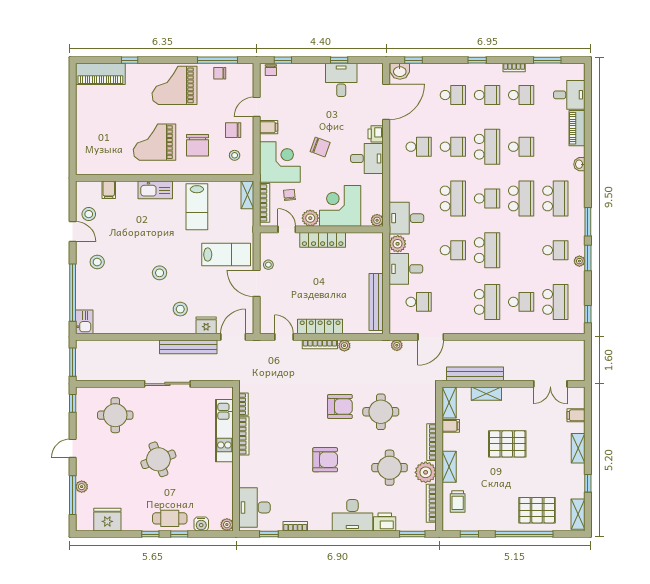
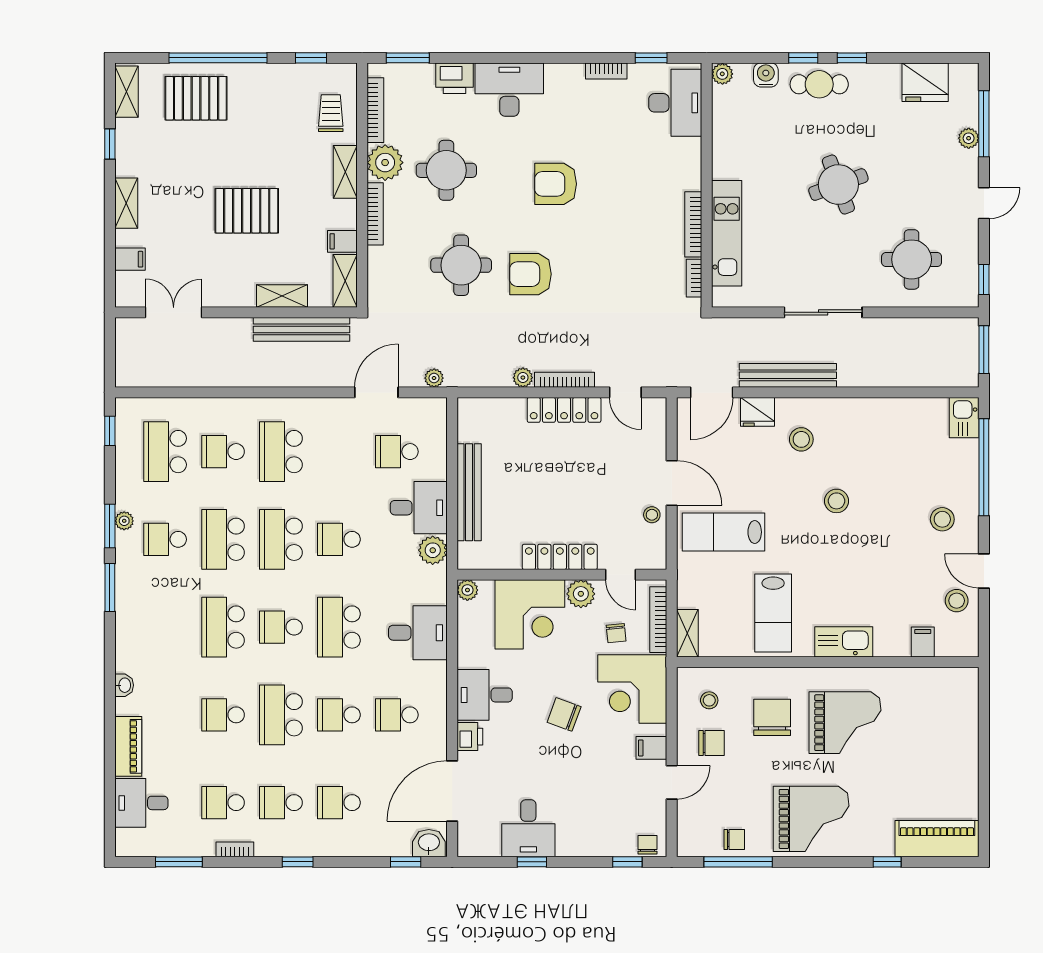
school desk: (555, 198) -> (223, 539), moved
lab bench: (197, 207) -> (773, 613), turned 180
desk: (406, 218) -> (418, 633), moved
bench: (376, 302) -> (469, 492), moved

